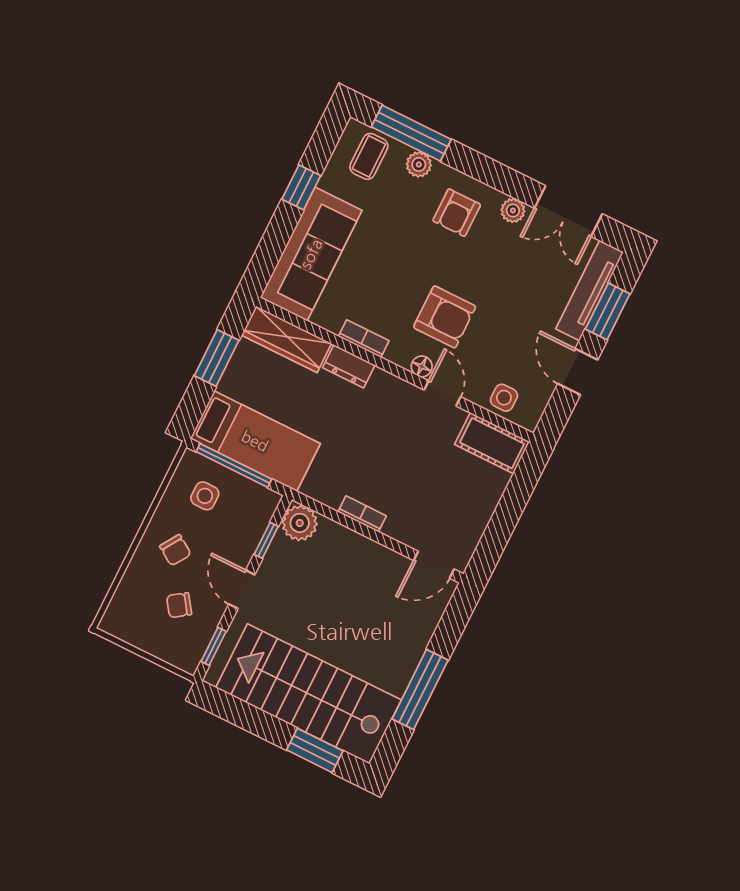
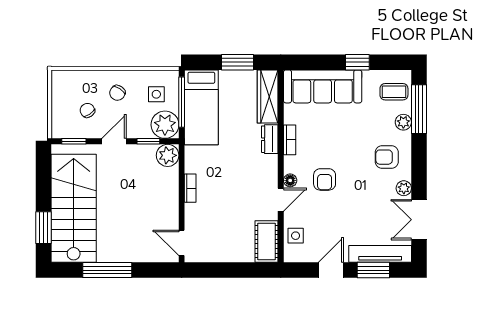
armchair: (445, 317) -> (325, 179), width x0.72, depth x0.72
plant: (254, 505) -> (165, 125), added

